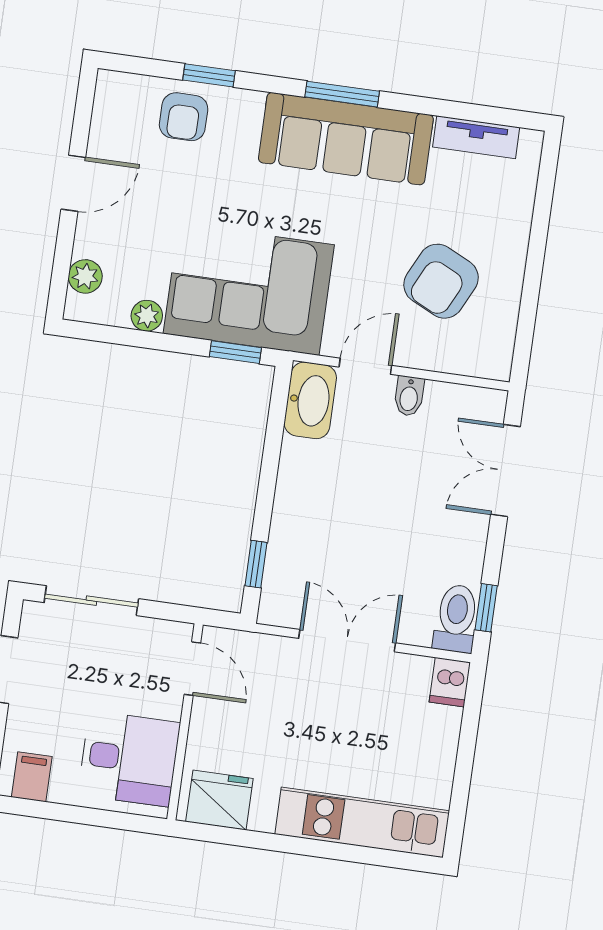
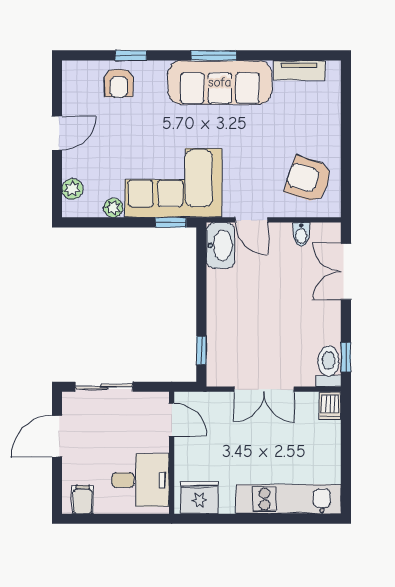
armchair: (441, 281) -> (308, 179), moved, turned 82
door: (365, 366) -> (251, 220), swing flipped
bidet: (409, 396) -> (301, 234), moved
double door: (347, 641) -> (264, 389), swing flipped

